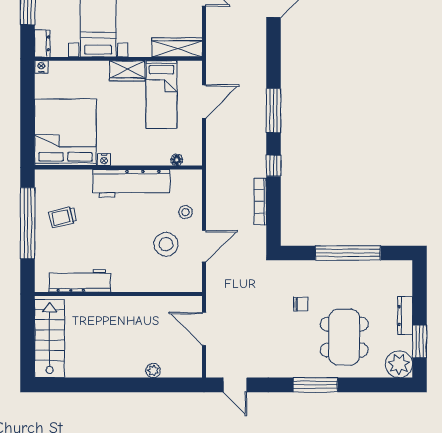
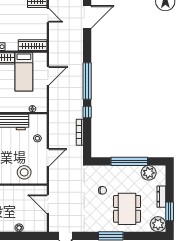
window: (274, 111) -> (87, 81), width x1.46
stool: (166, 244) -> (24, 172), moved
plant: (382, 273) -> (149, 173), added

